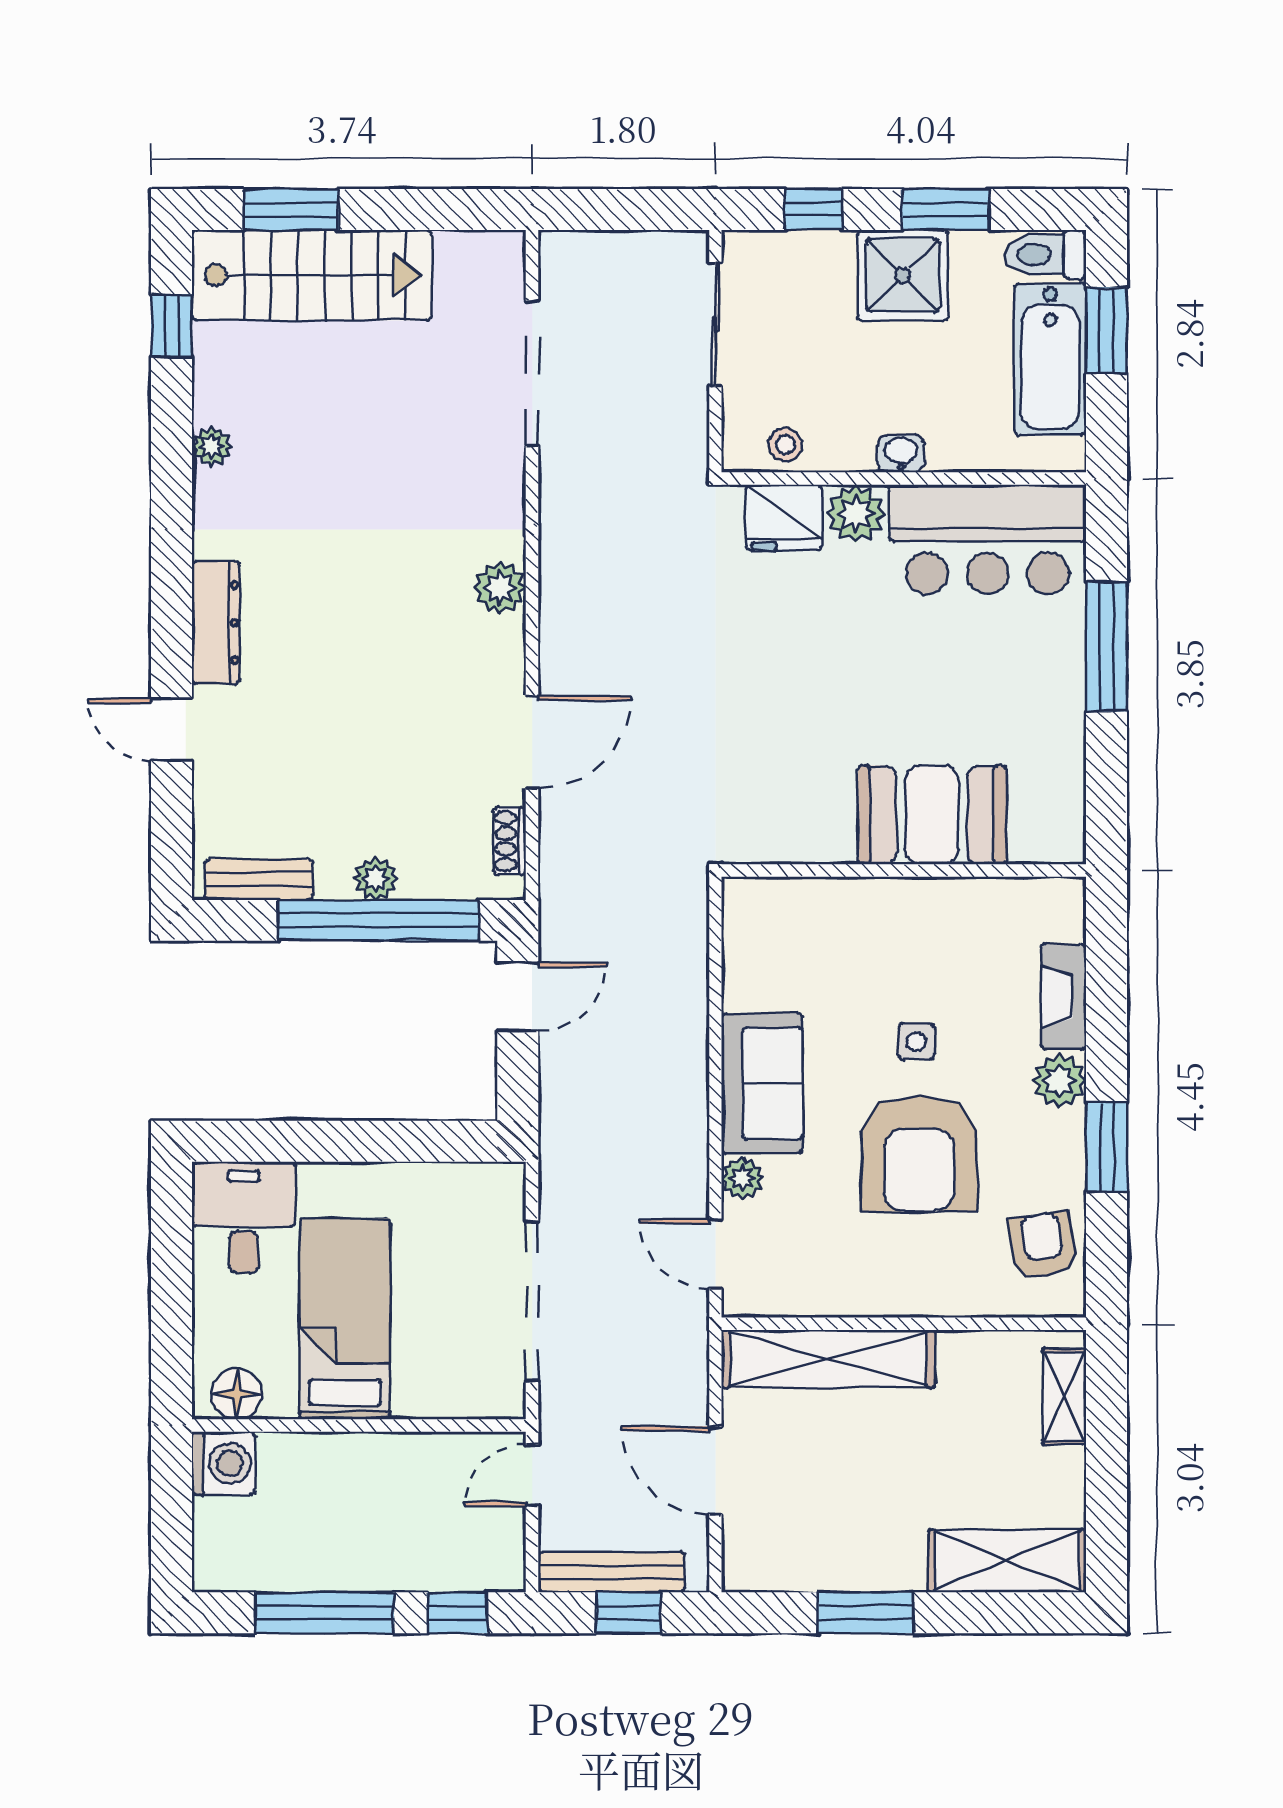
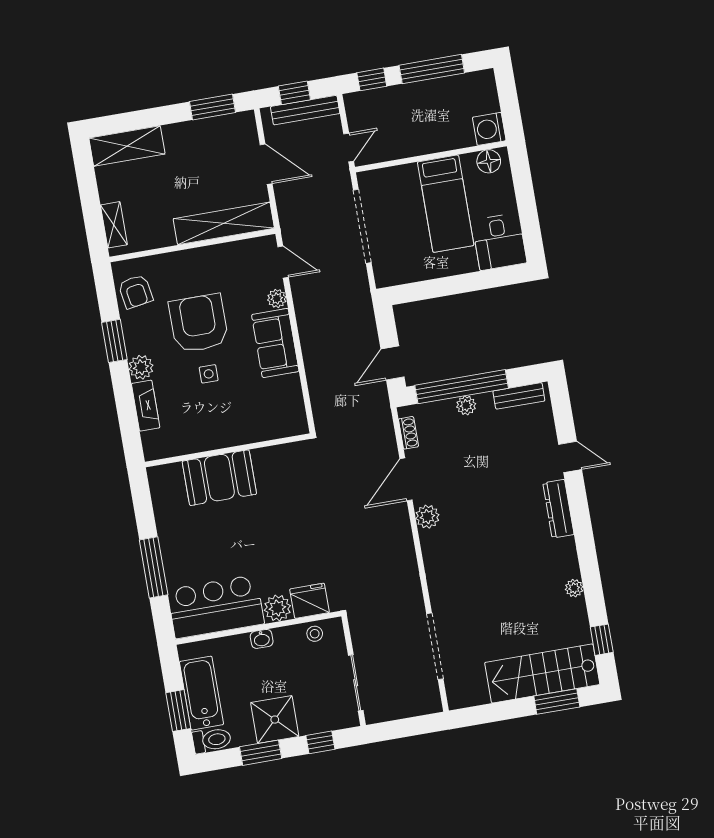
plant: (500, 588) -> (427, 517), moved
window: (866, 1613) -> (213, 107), moved

